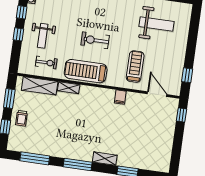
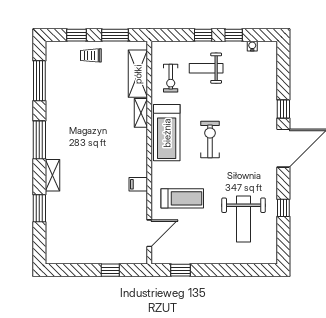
treadmill: (86, 71) -> (167, 133), turned 180
window: (181, 115) -> (110, 270), moved

